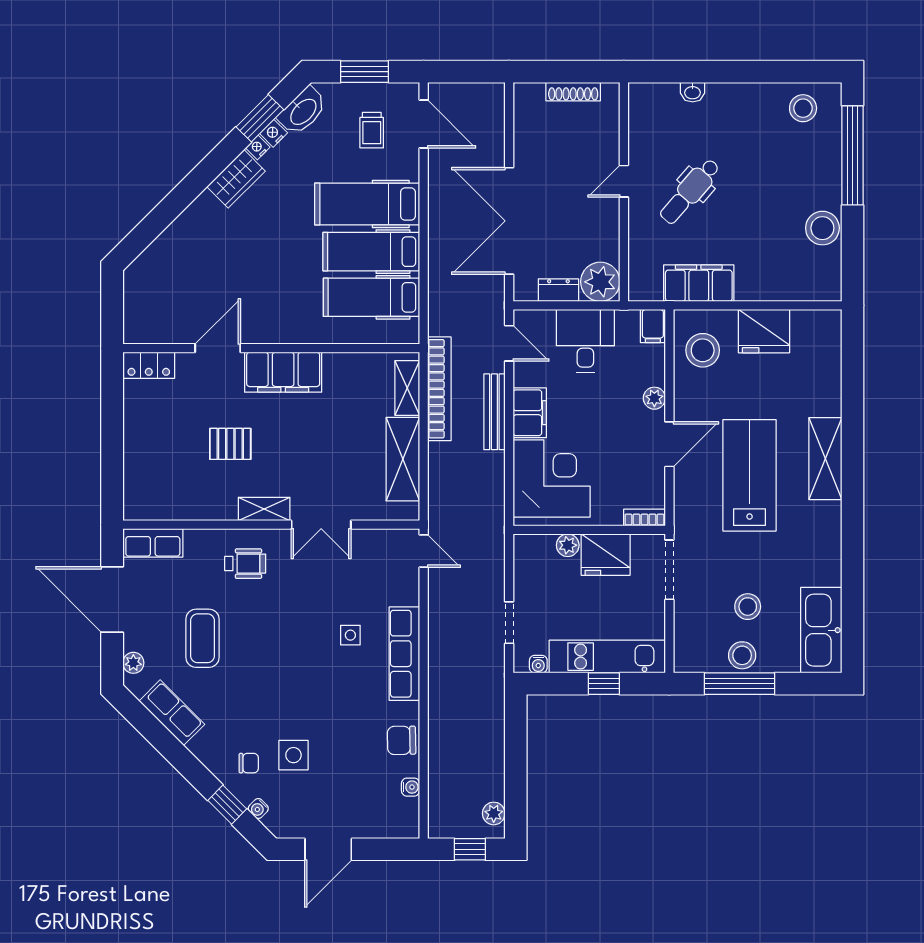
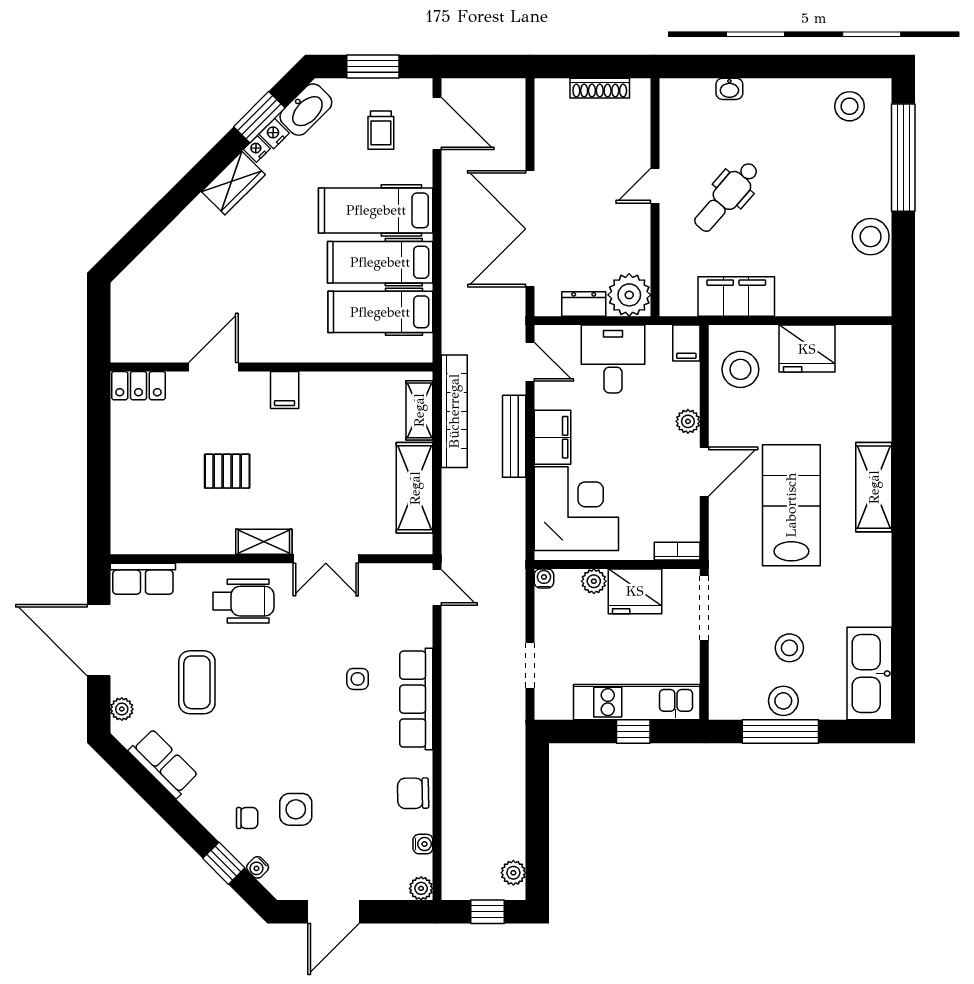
filing cabinet: (283, 372) -> (285, 390), width x0.33, depth x0.86
wheelchair: (245, 564) -> (243, 601), width x1.36, depth x1.37
water cooler: (538, 664) -> (544, 578), moved, turned 180
plant: (409, 828) -> (421, 888), added

